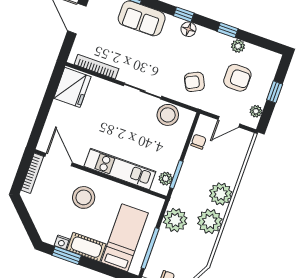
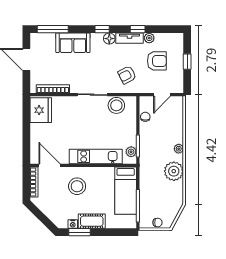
tv unit: (214, 37) -> (129, 38), added
plant: (256, 111) -> (179, 80), removed
plant: (221, 194) -> (179, 149), width x0.53, depth x0.53
plant: (175, 220) -> (149, 179), removed
bed: (125, 238) -> (126, 191), moved, turned 180

